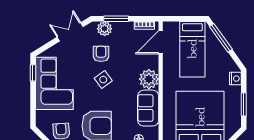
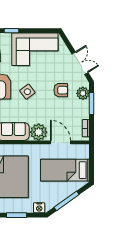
window: (221, 38) -> (67, 201), moved
door: (161, 42) -> (60, 142), moved
window: (33, 73) -> (12, 31), moved
side table: (103, 80) -> (27, 92), moved

